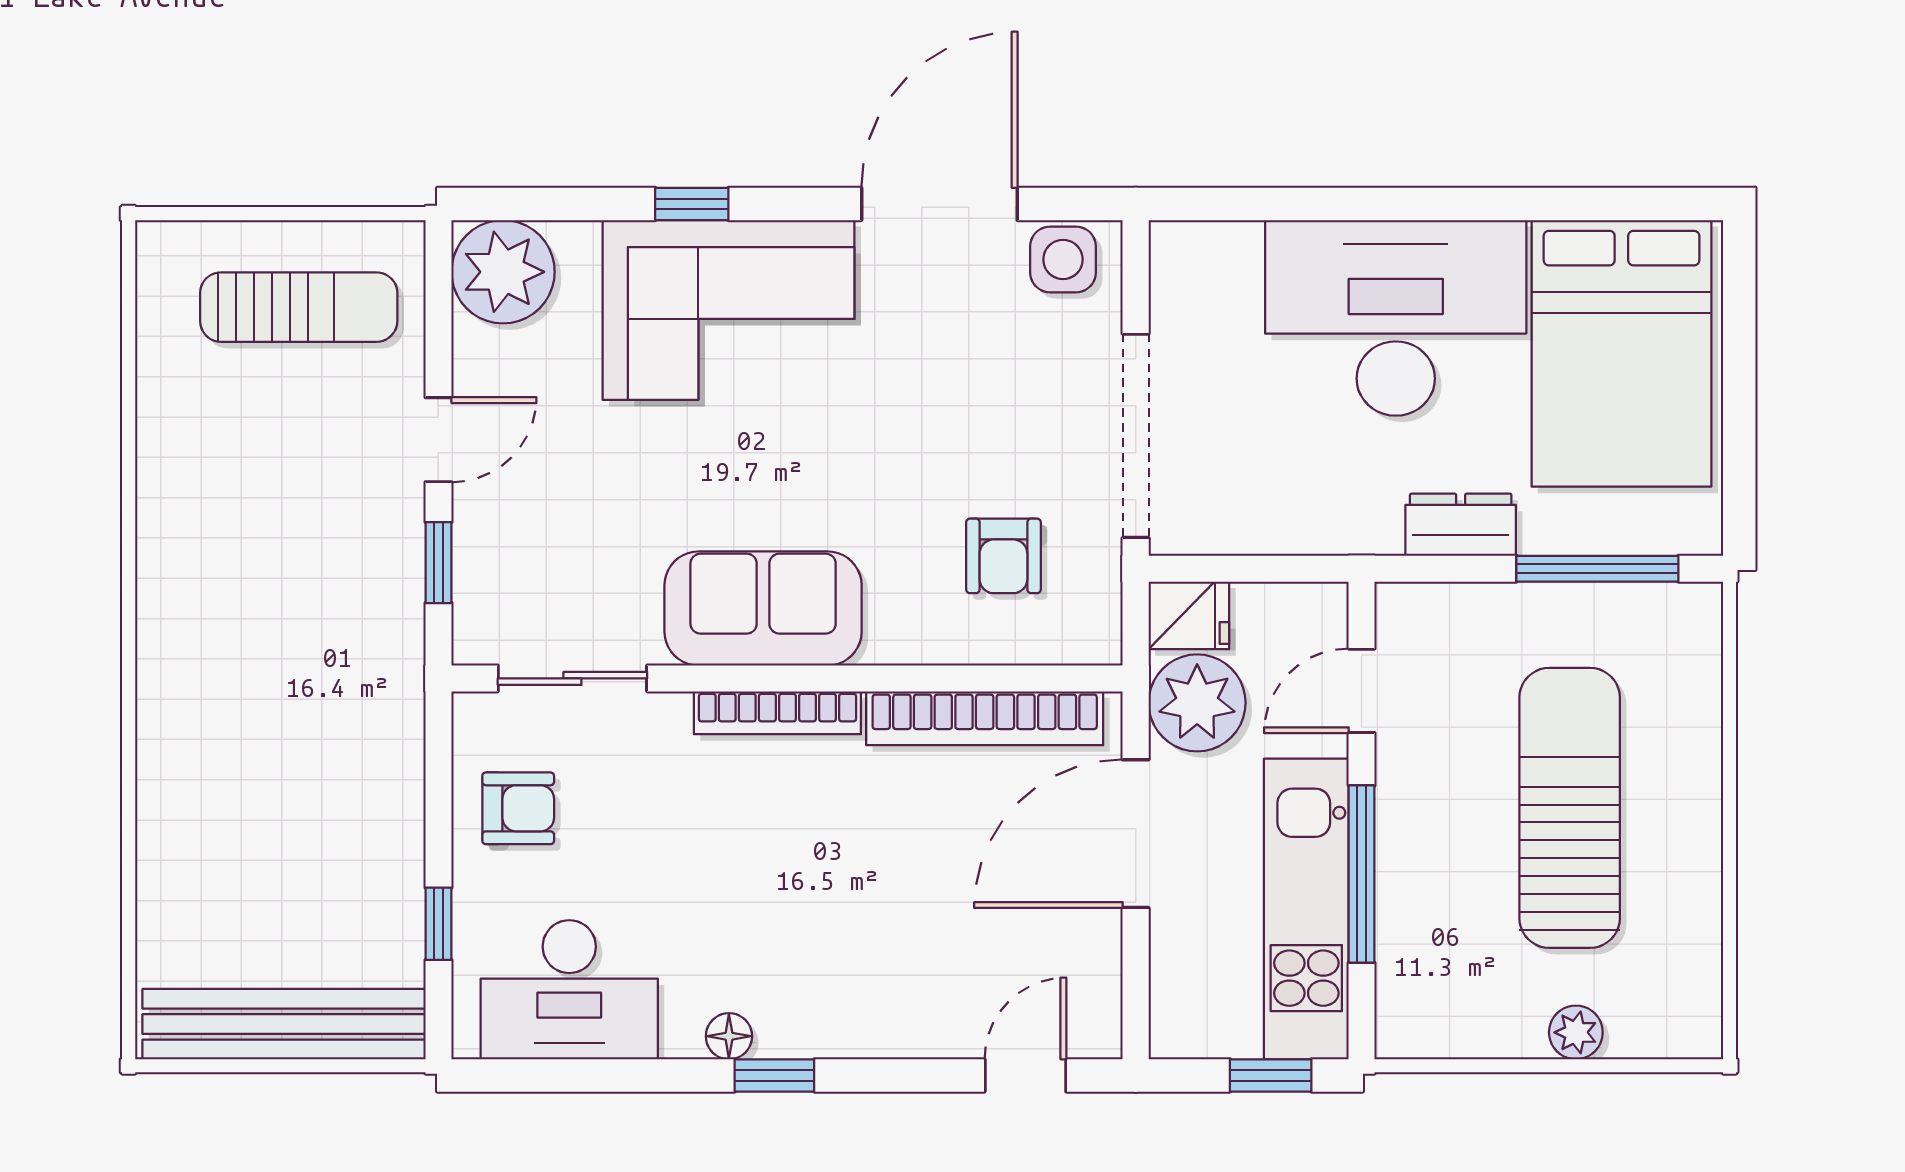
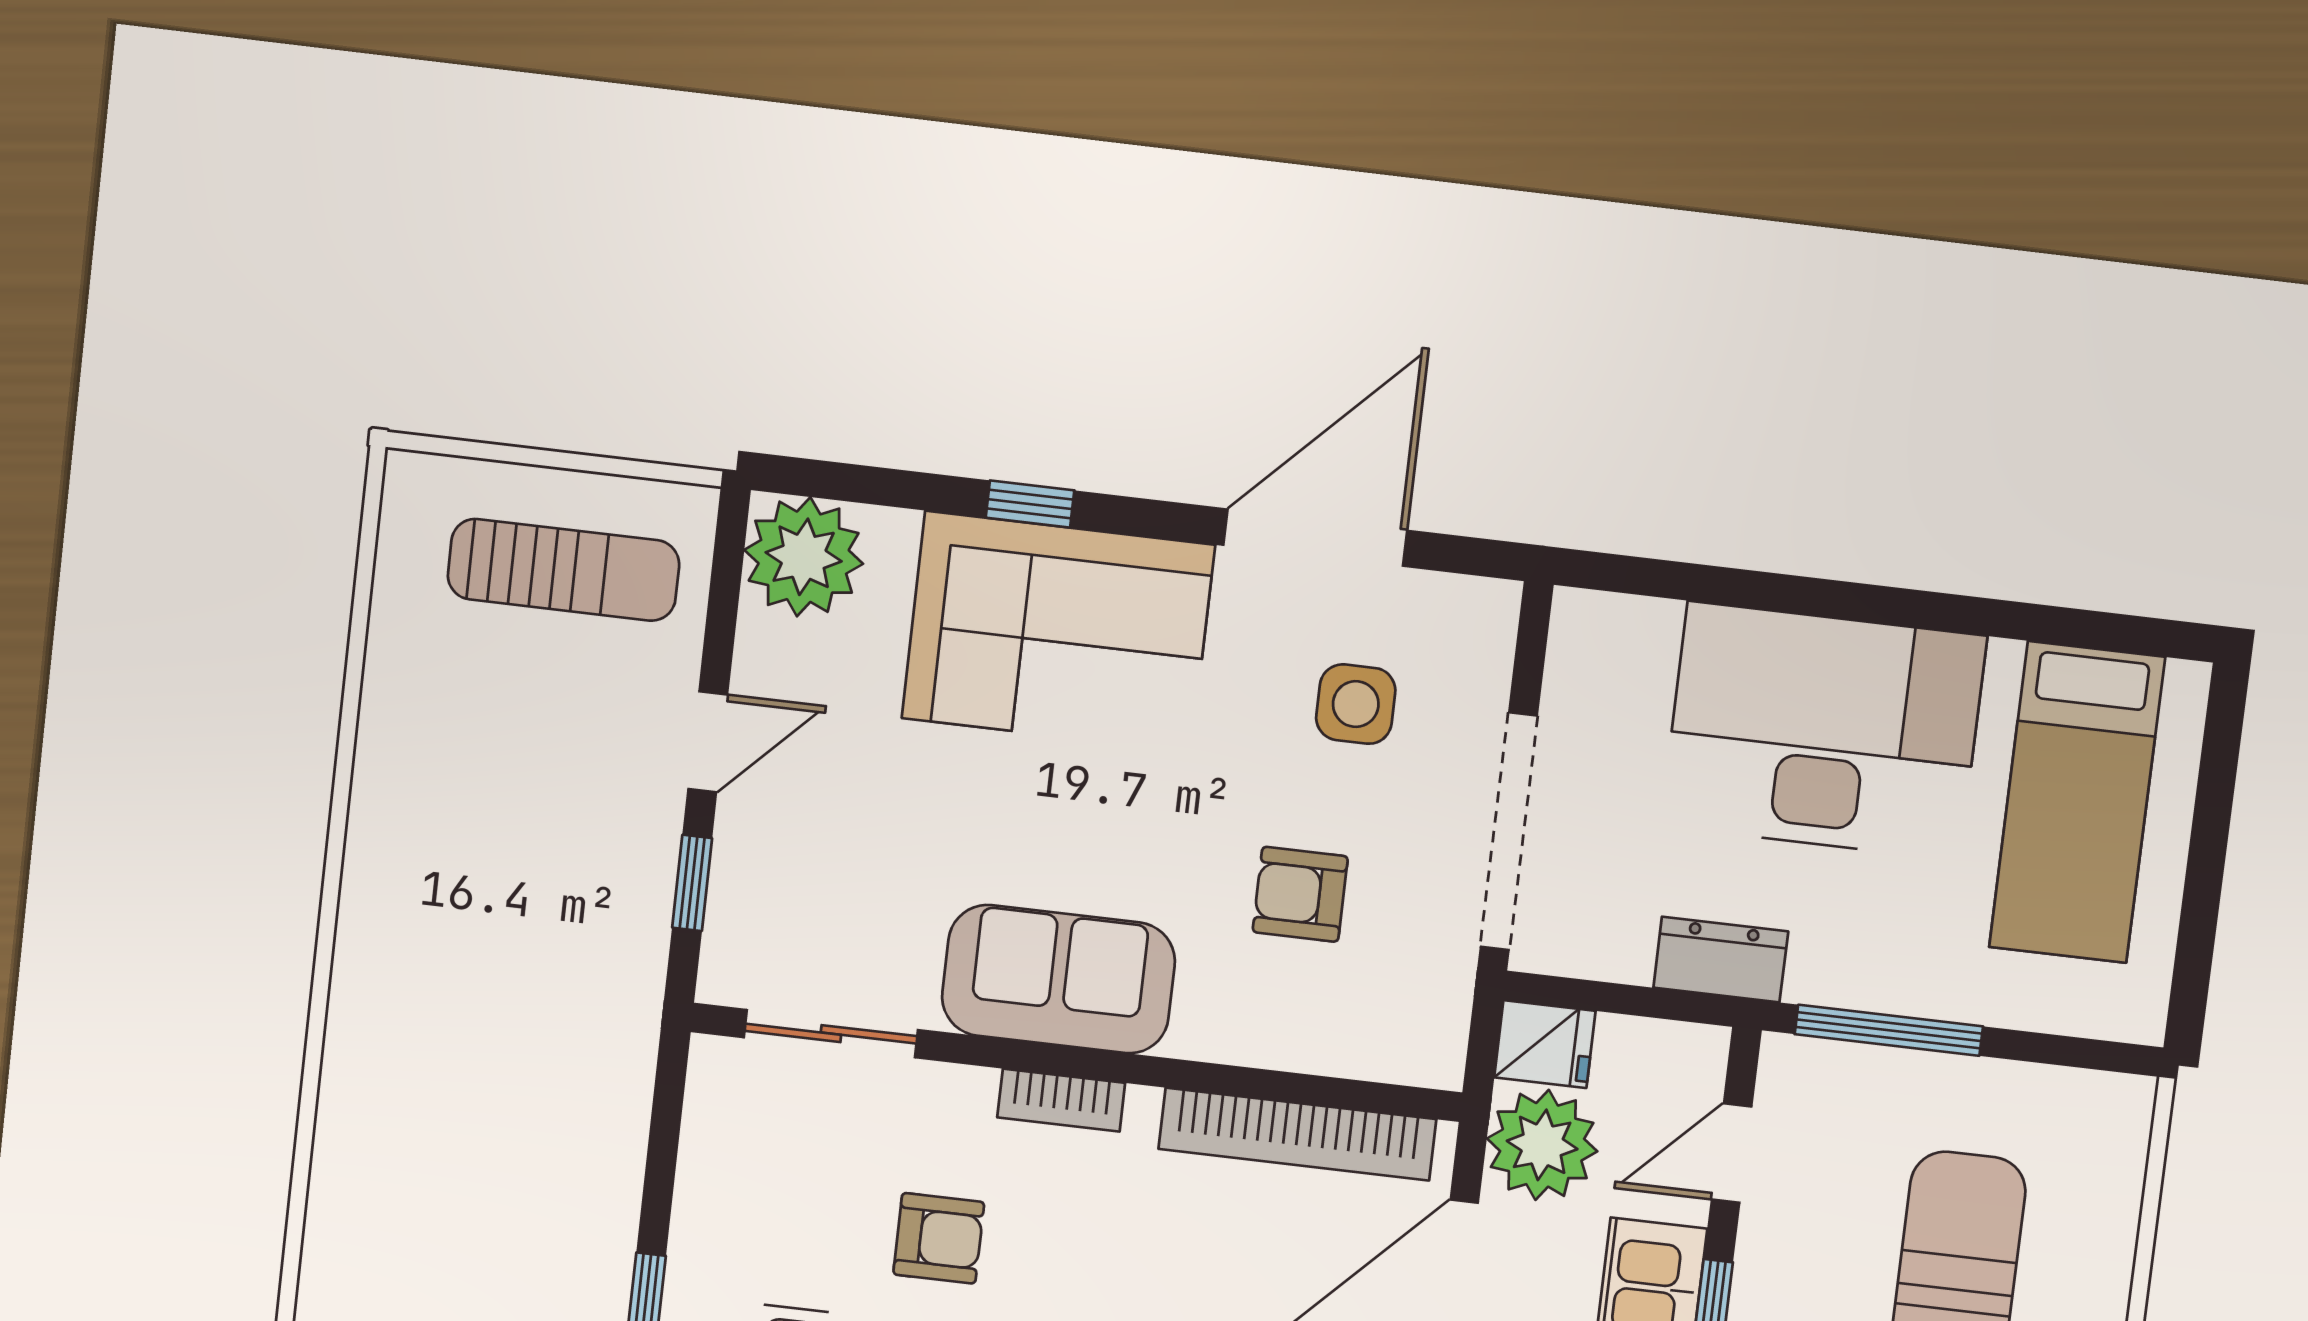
side table: (1063, 259) -> (1356, 704), moved
bed: (1621, 353) -> (2077, 802), width x0.67
dresser: (1461, 525) -> (1721, 960), moved
armchair: (1003, 556) -> (1300, 894), moved, turned 90
window: (1597, 569) -> (1889, 1030), moved
bookcase: (777, 713) -> (1061, 1100), width x0.64
armchair: (518, 808) -> (939, 1238), moved

